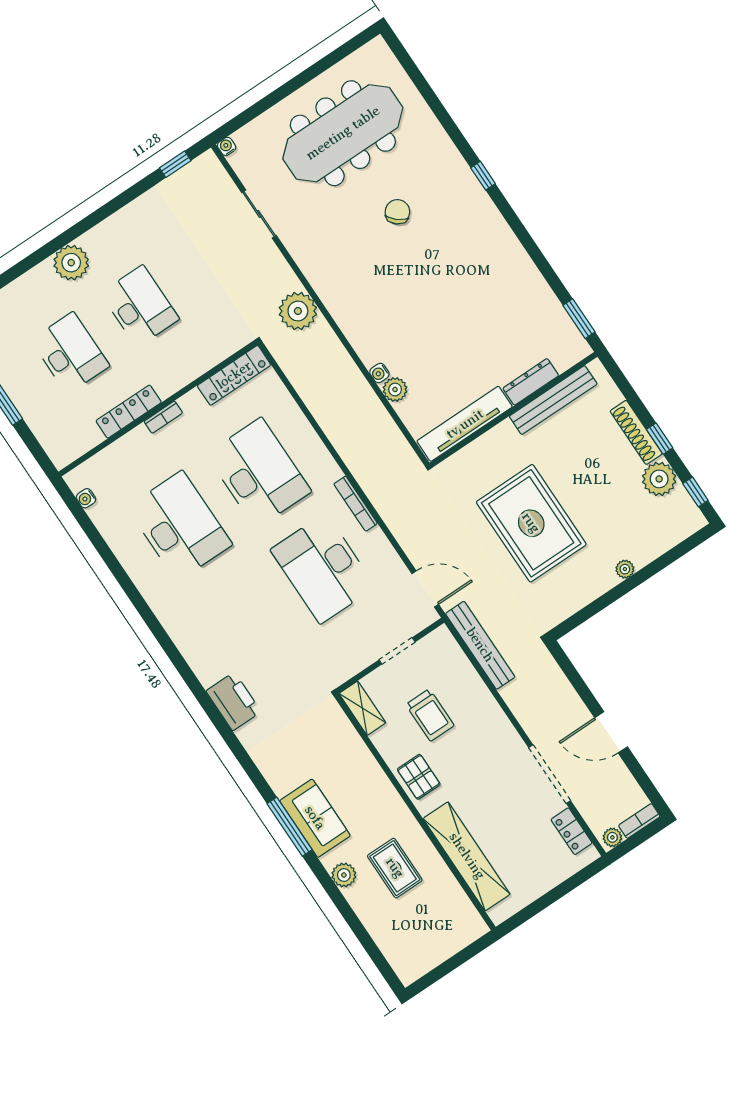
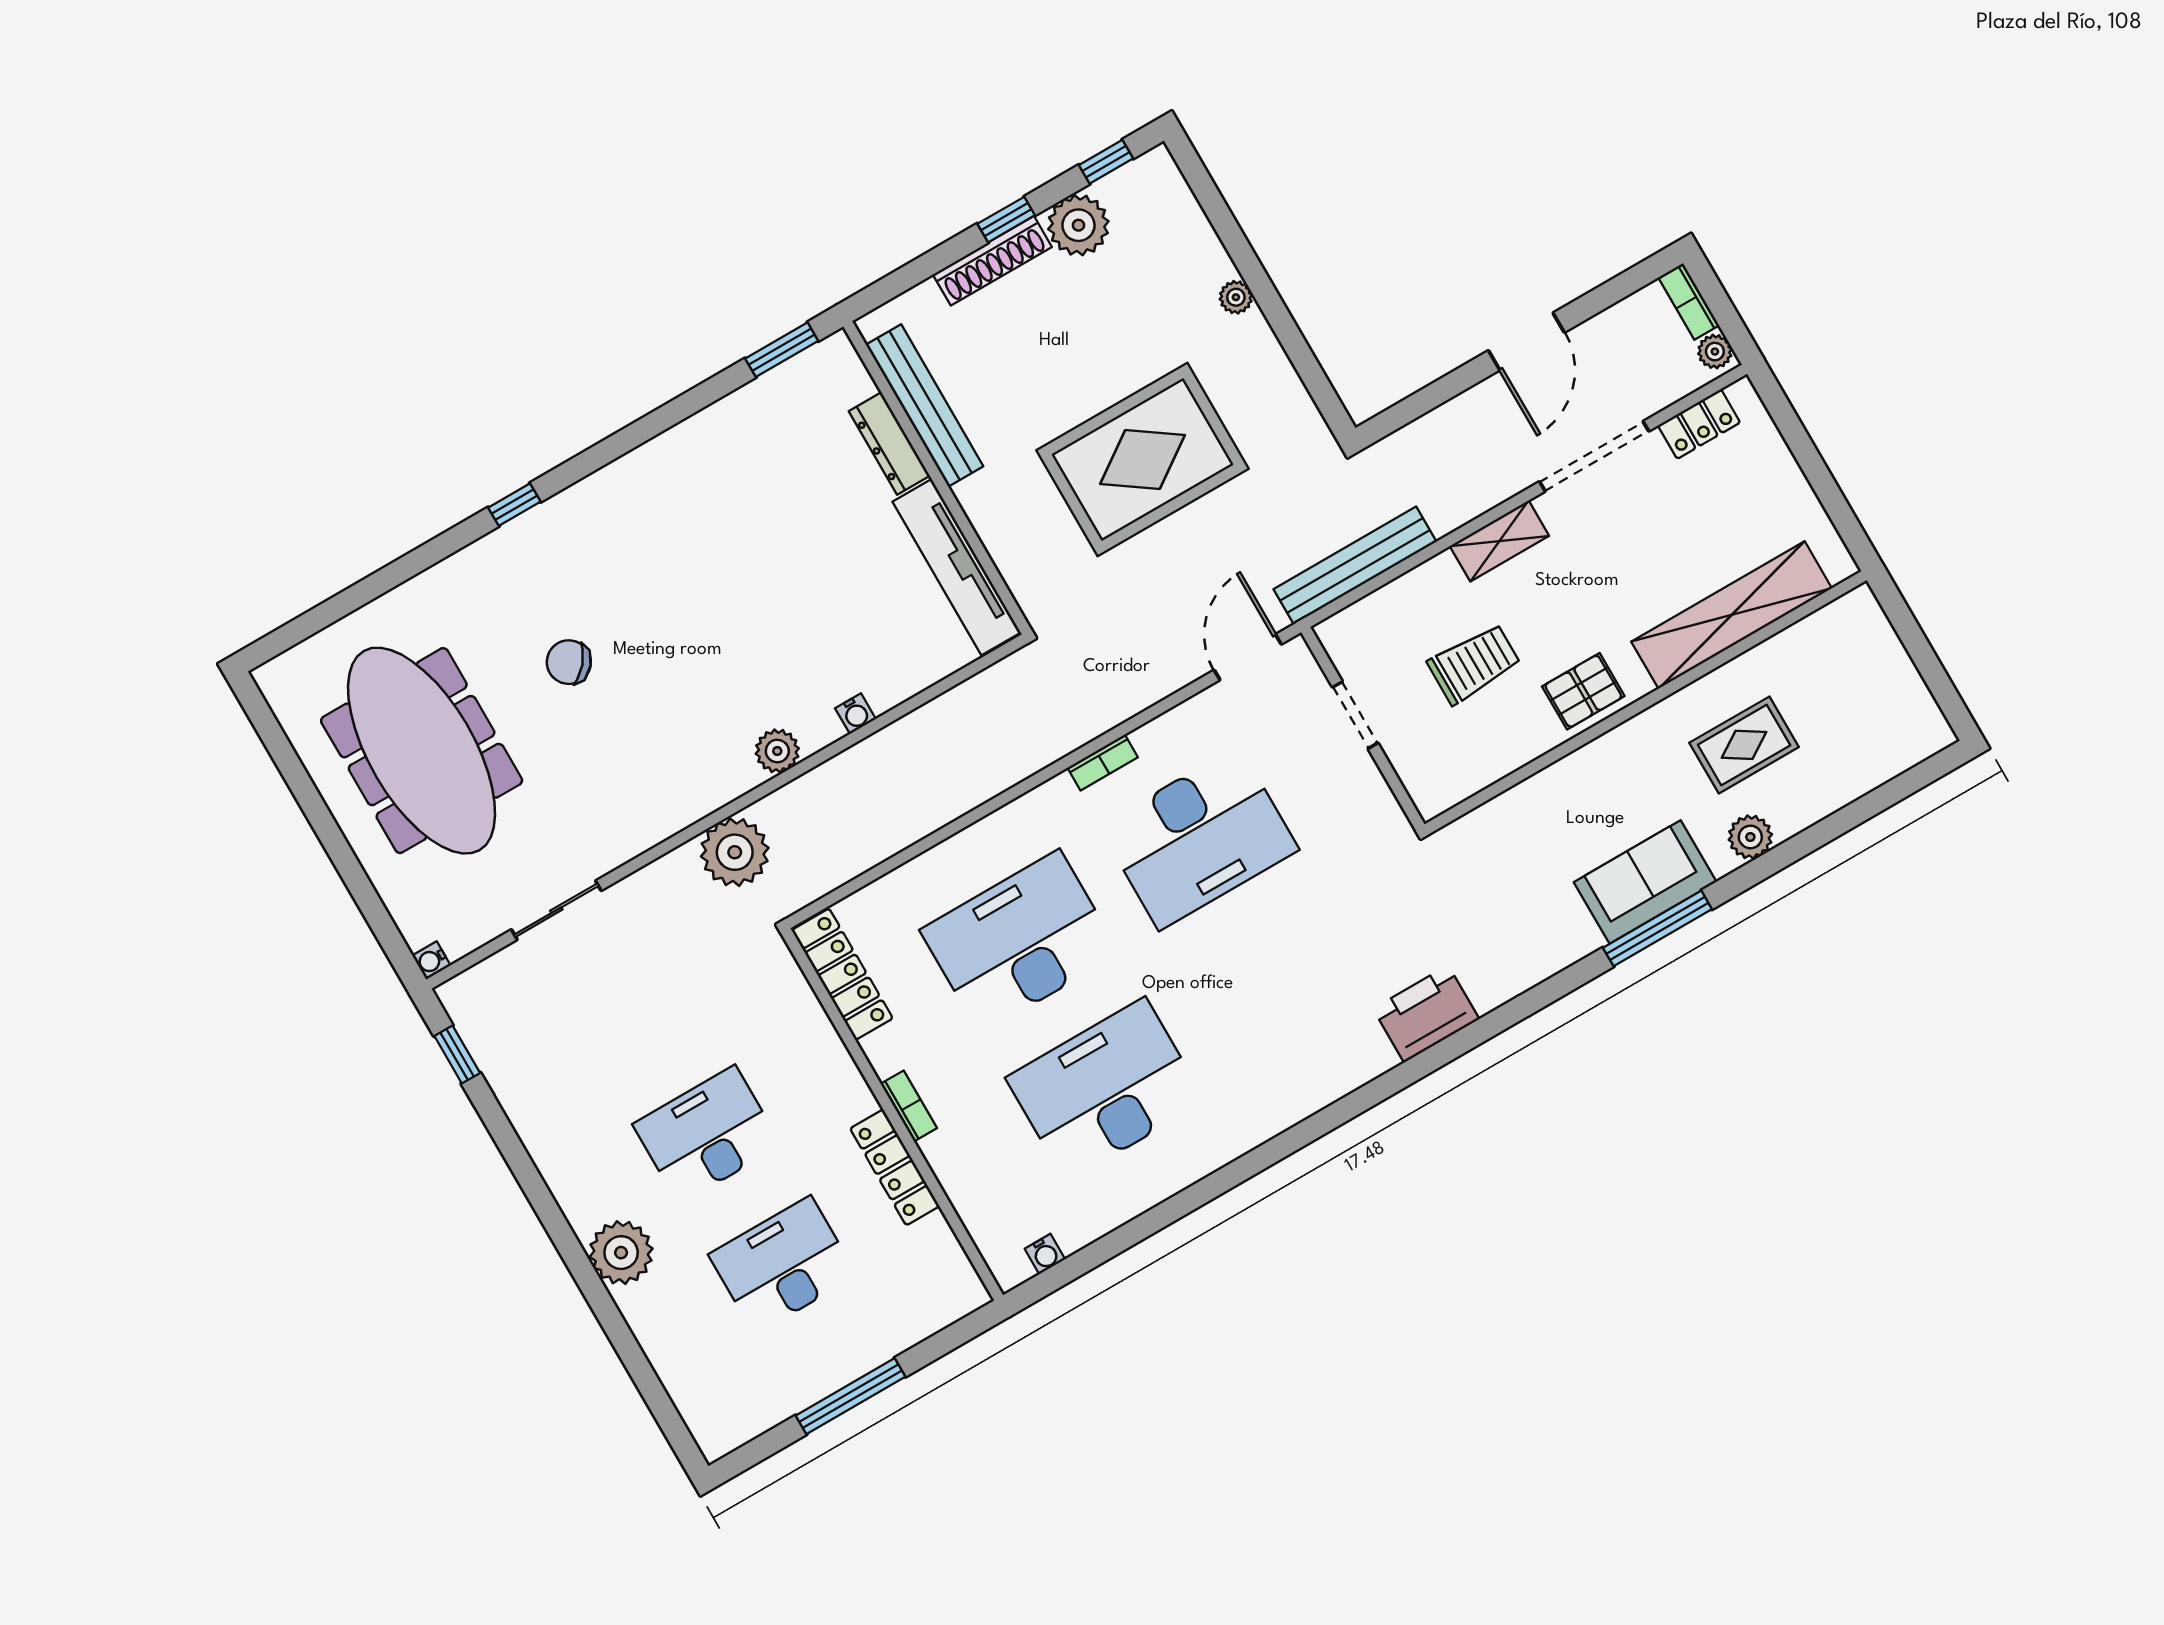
plant: (395, 389) -> (777, 751), moved
bookcase: (356, 504) -> (1103, 762), width x0.64
shelving: (362, 708) -> (1499, 541), moved

